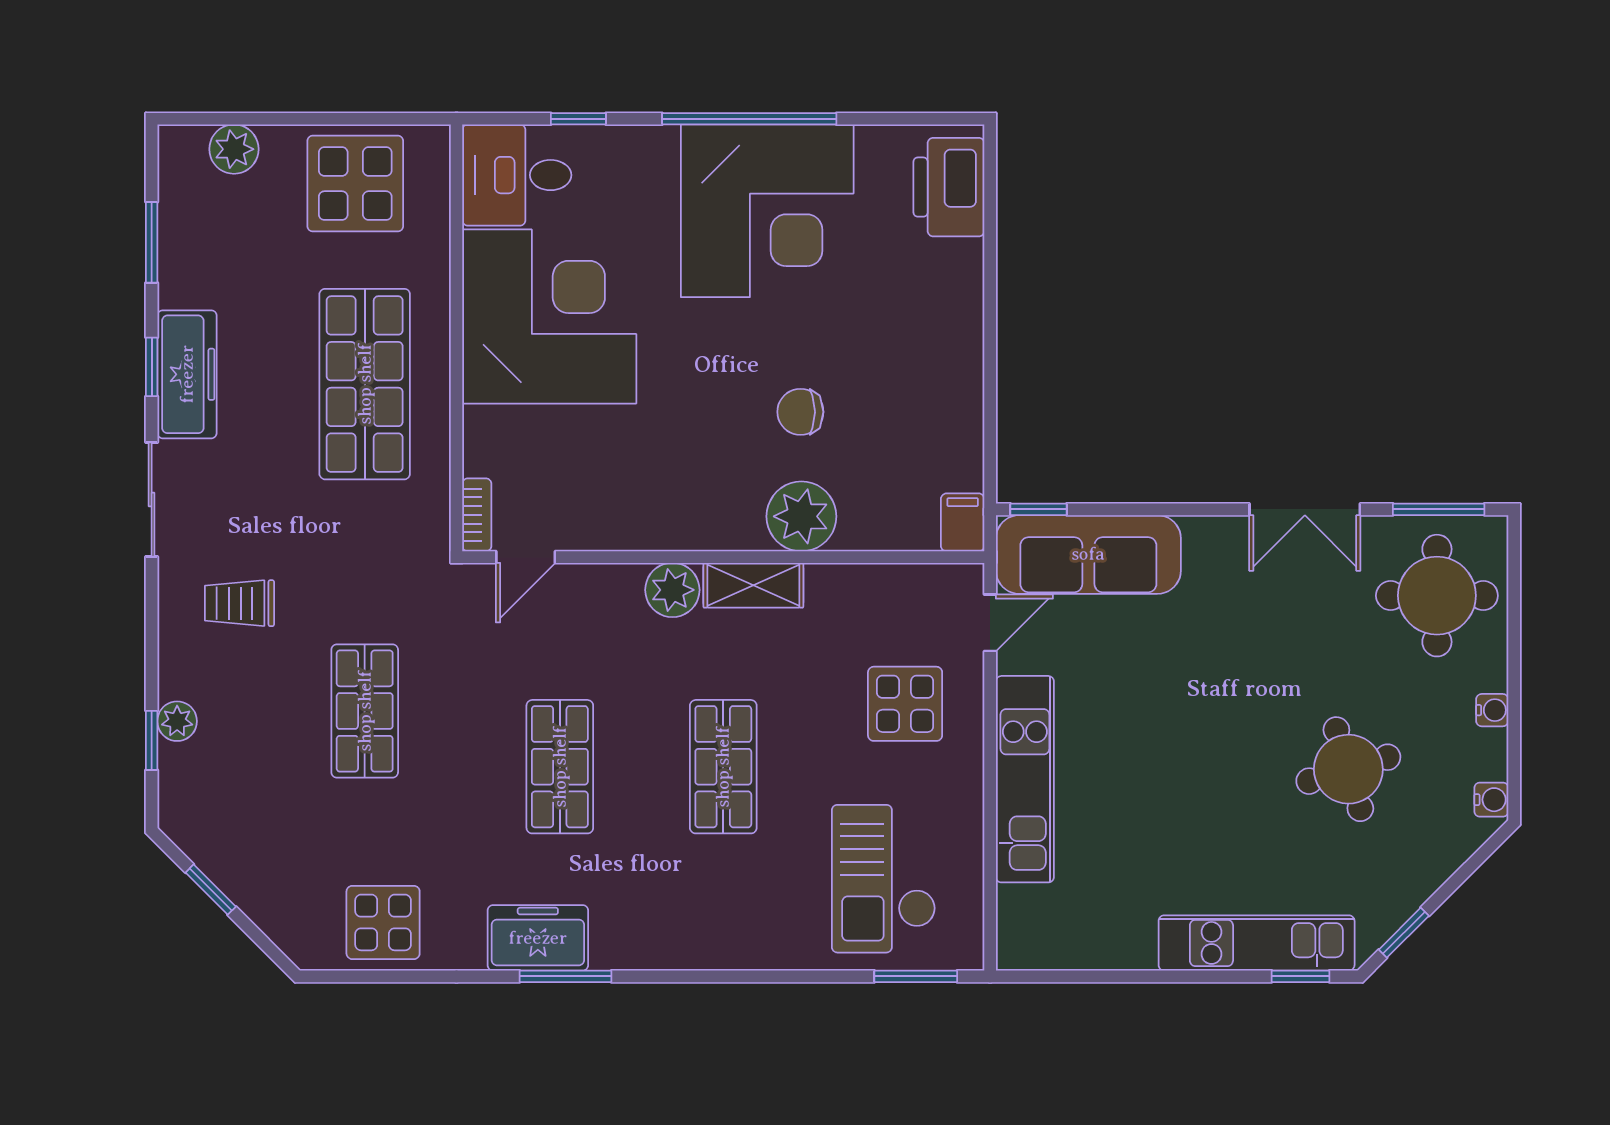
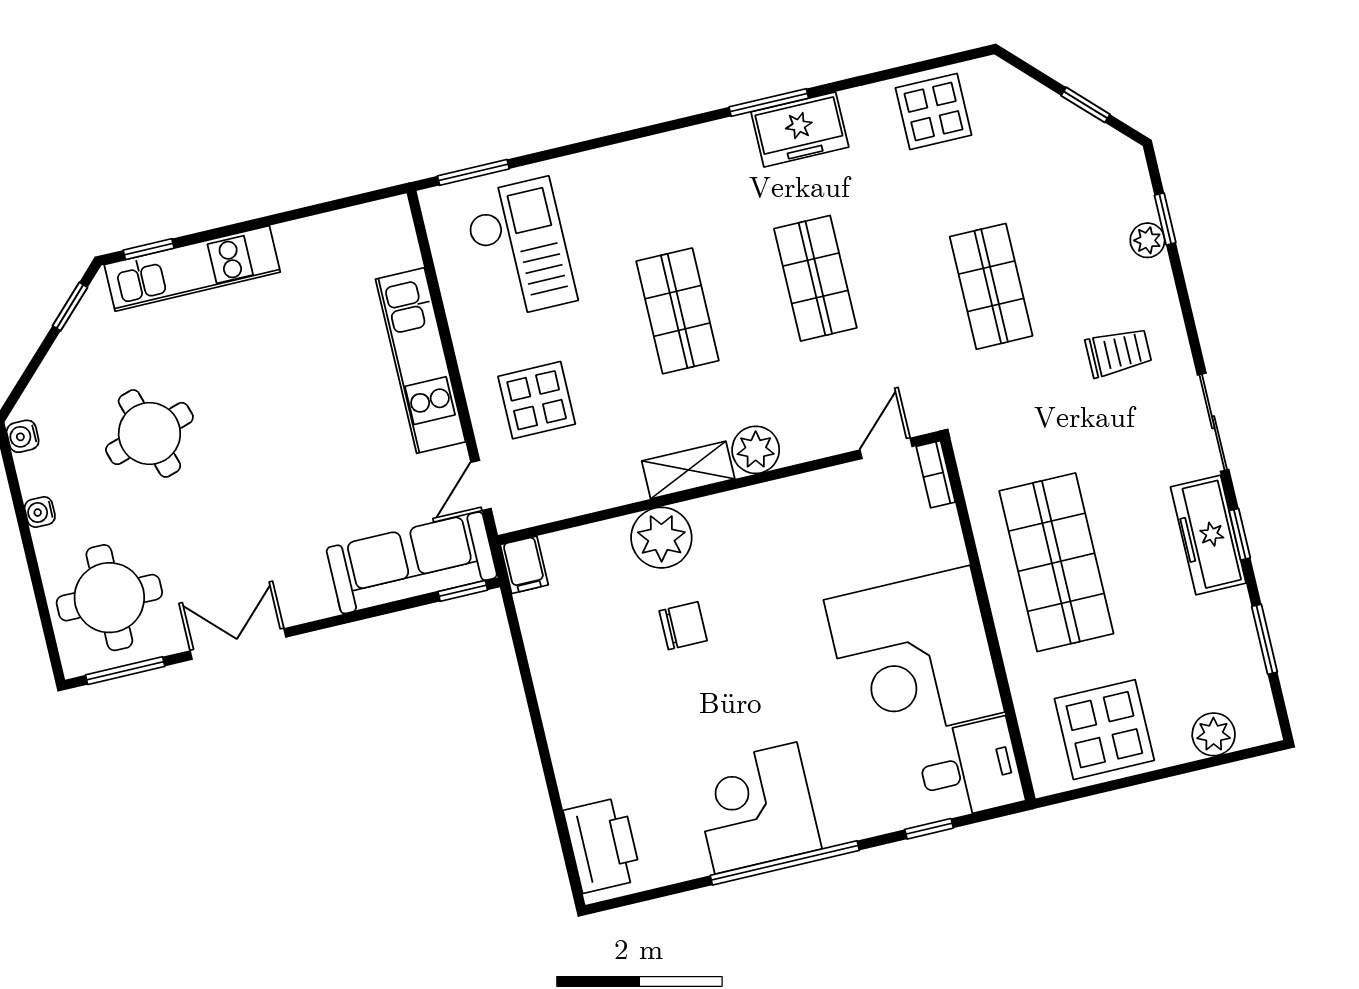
corner desk: (767, 211) -> (756, 808), width x0.74, depth x0.74

